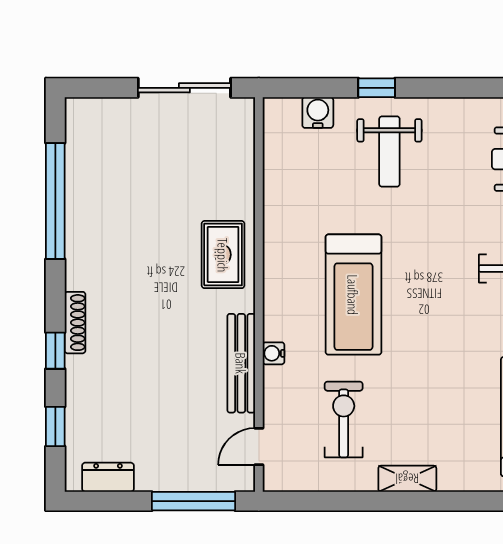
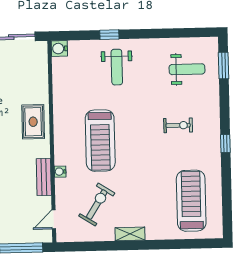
water cooler: (318, 113) -> (59, 49), moved, turned -90
bench: (241, 363) -> (44, 177), width x0.73
exercise bike: (344, 420) -> (97, 204), turned 32

